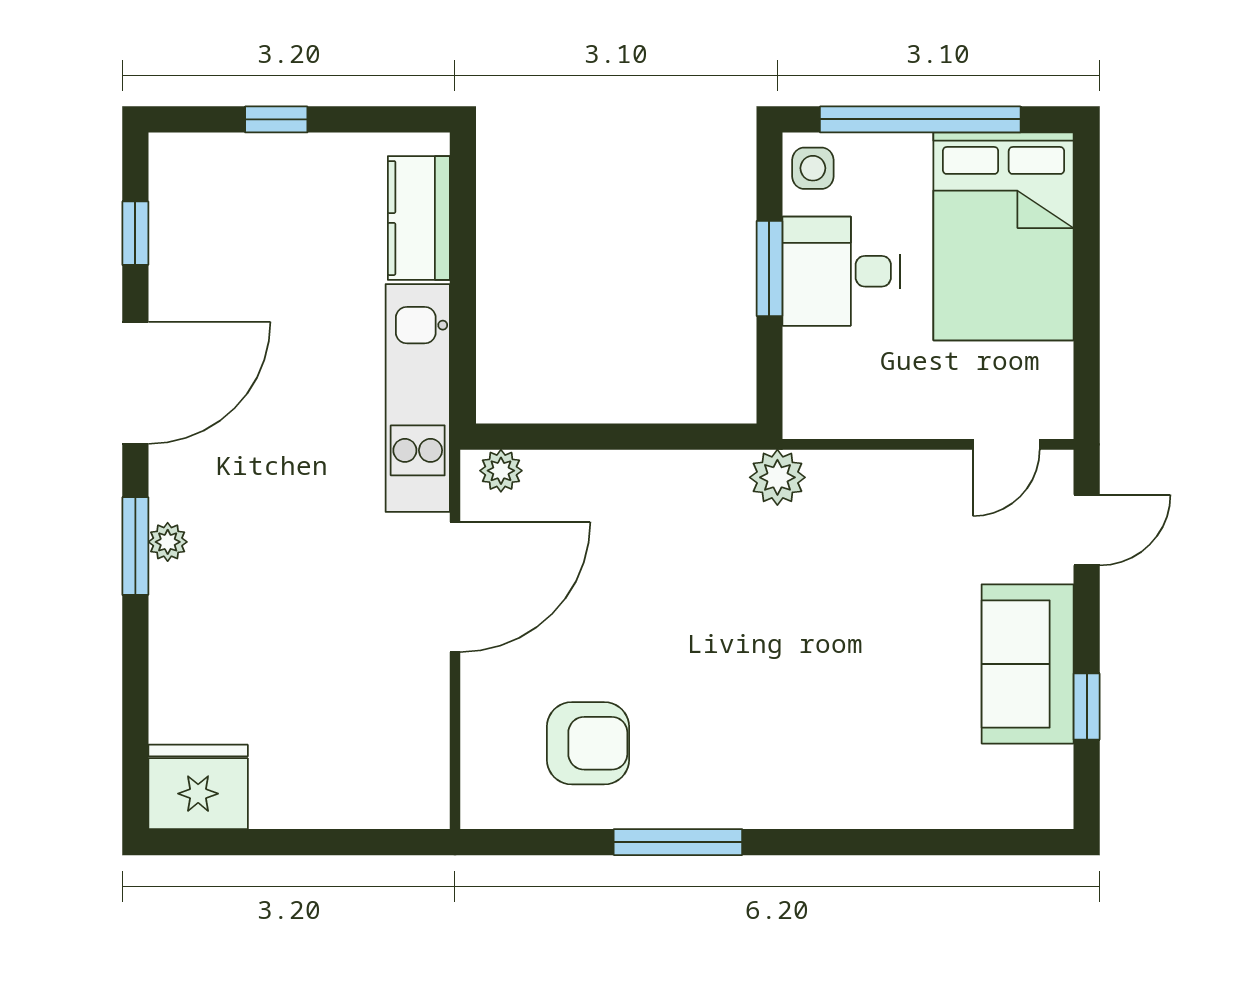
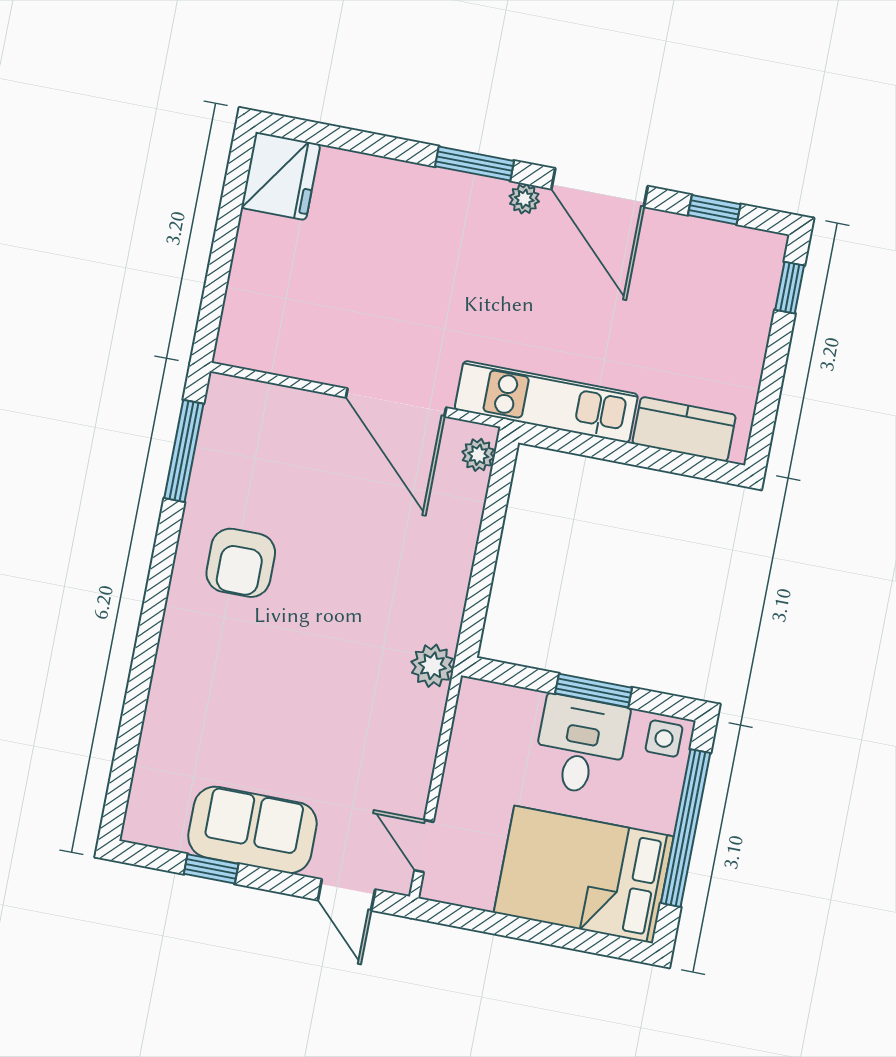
window: (276, 119) -> (790, 288), moved
plant: (168, 542) -> (524, 199), moved
armchair: (588, 743) -> (241, 563), moved
window: (678, 842) -> (184, 451), moved

